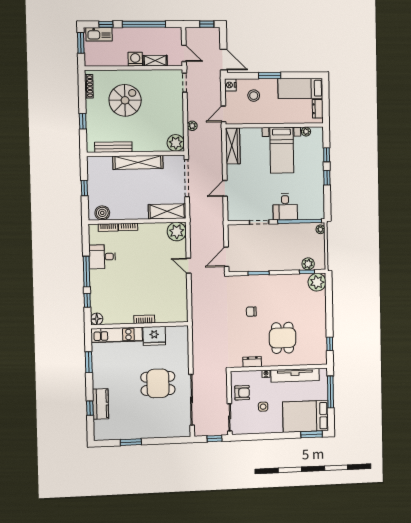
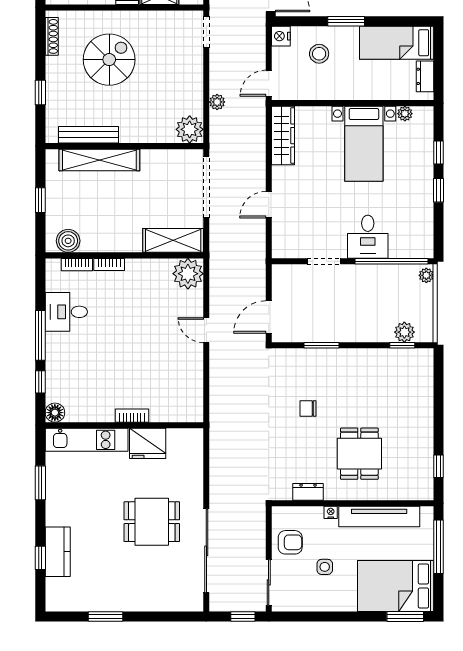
shelving: (138, 162) -> (99, 160), moved
plant: (317, 282) -> (419, 363), removed

